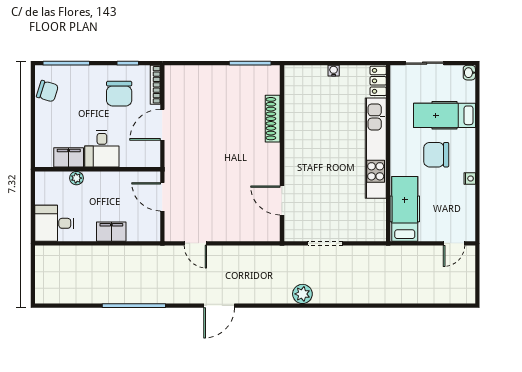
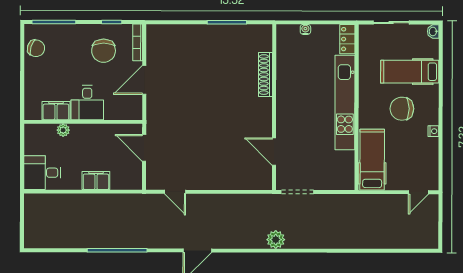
shoe rack: (273, 119) -> (265, 75), moved
wall: (282, 153) -> (274, 107), moved
door: (282, 200) -> (274, 152), moved

